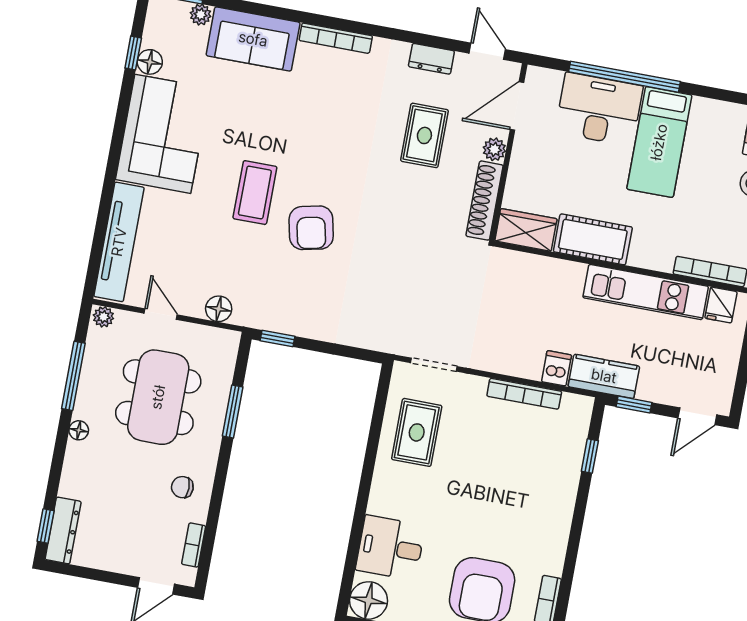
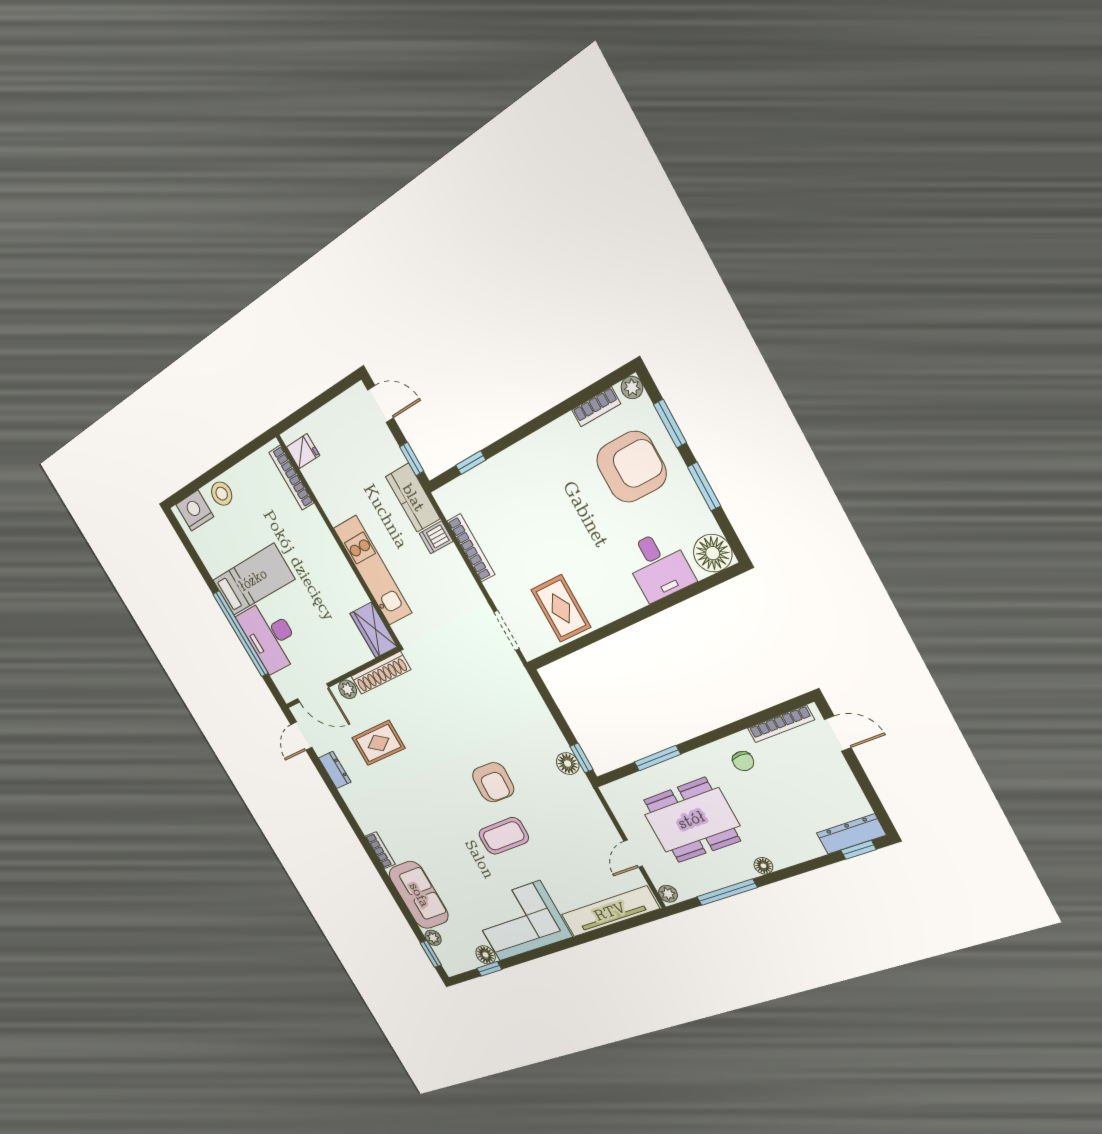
bookcase: (336, 38) -> (380, 850), width x0.64
armchair: (311, 228) -> (493, 782), turned 104
cot: (593, 239) -> (341, 578), removed
kitchen unit: (646, 292) -> (373, 570), moved
floor lamp: (219, 309) -> (568, 764), moved
rug: (417, 432) -> (561, 608), turned 90
bookcase: (194, 545) -> (781, 724), width x1.56

